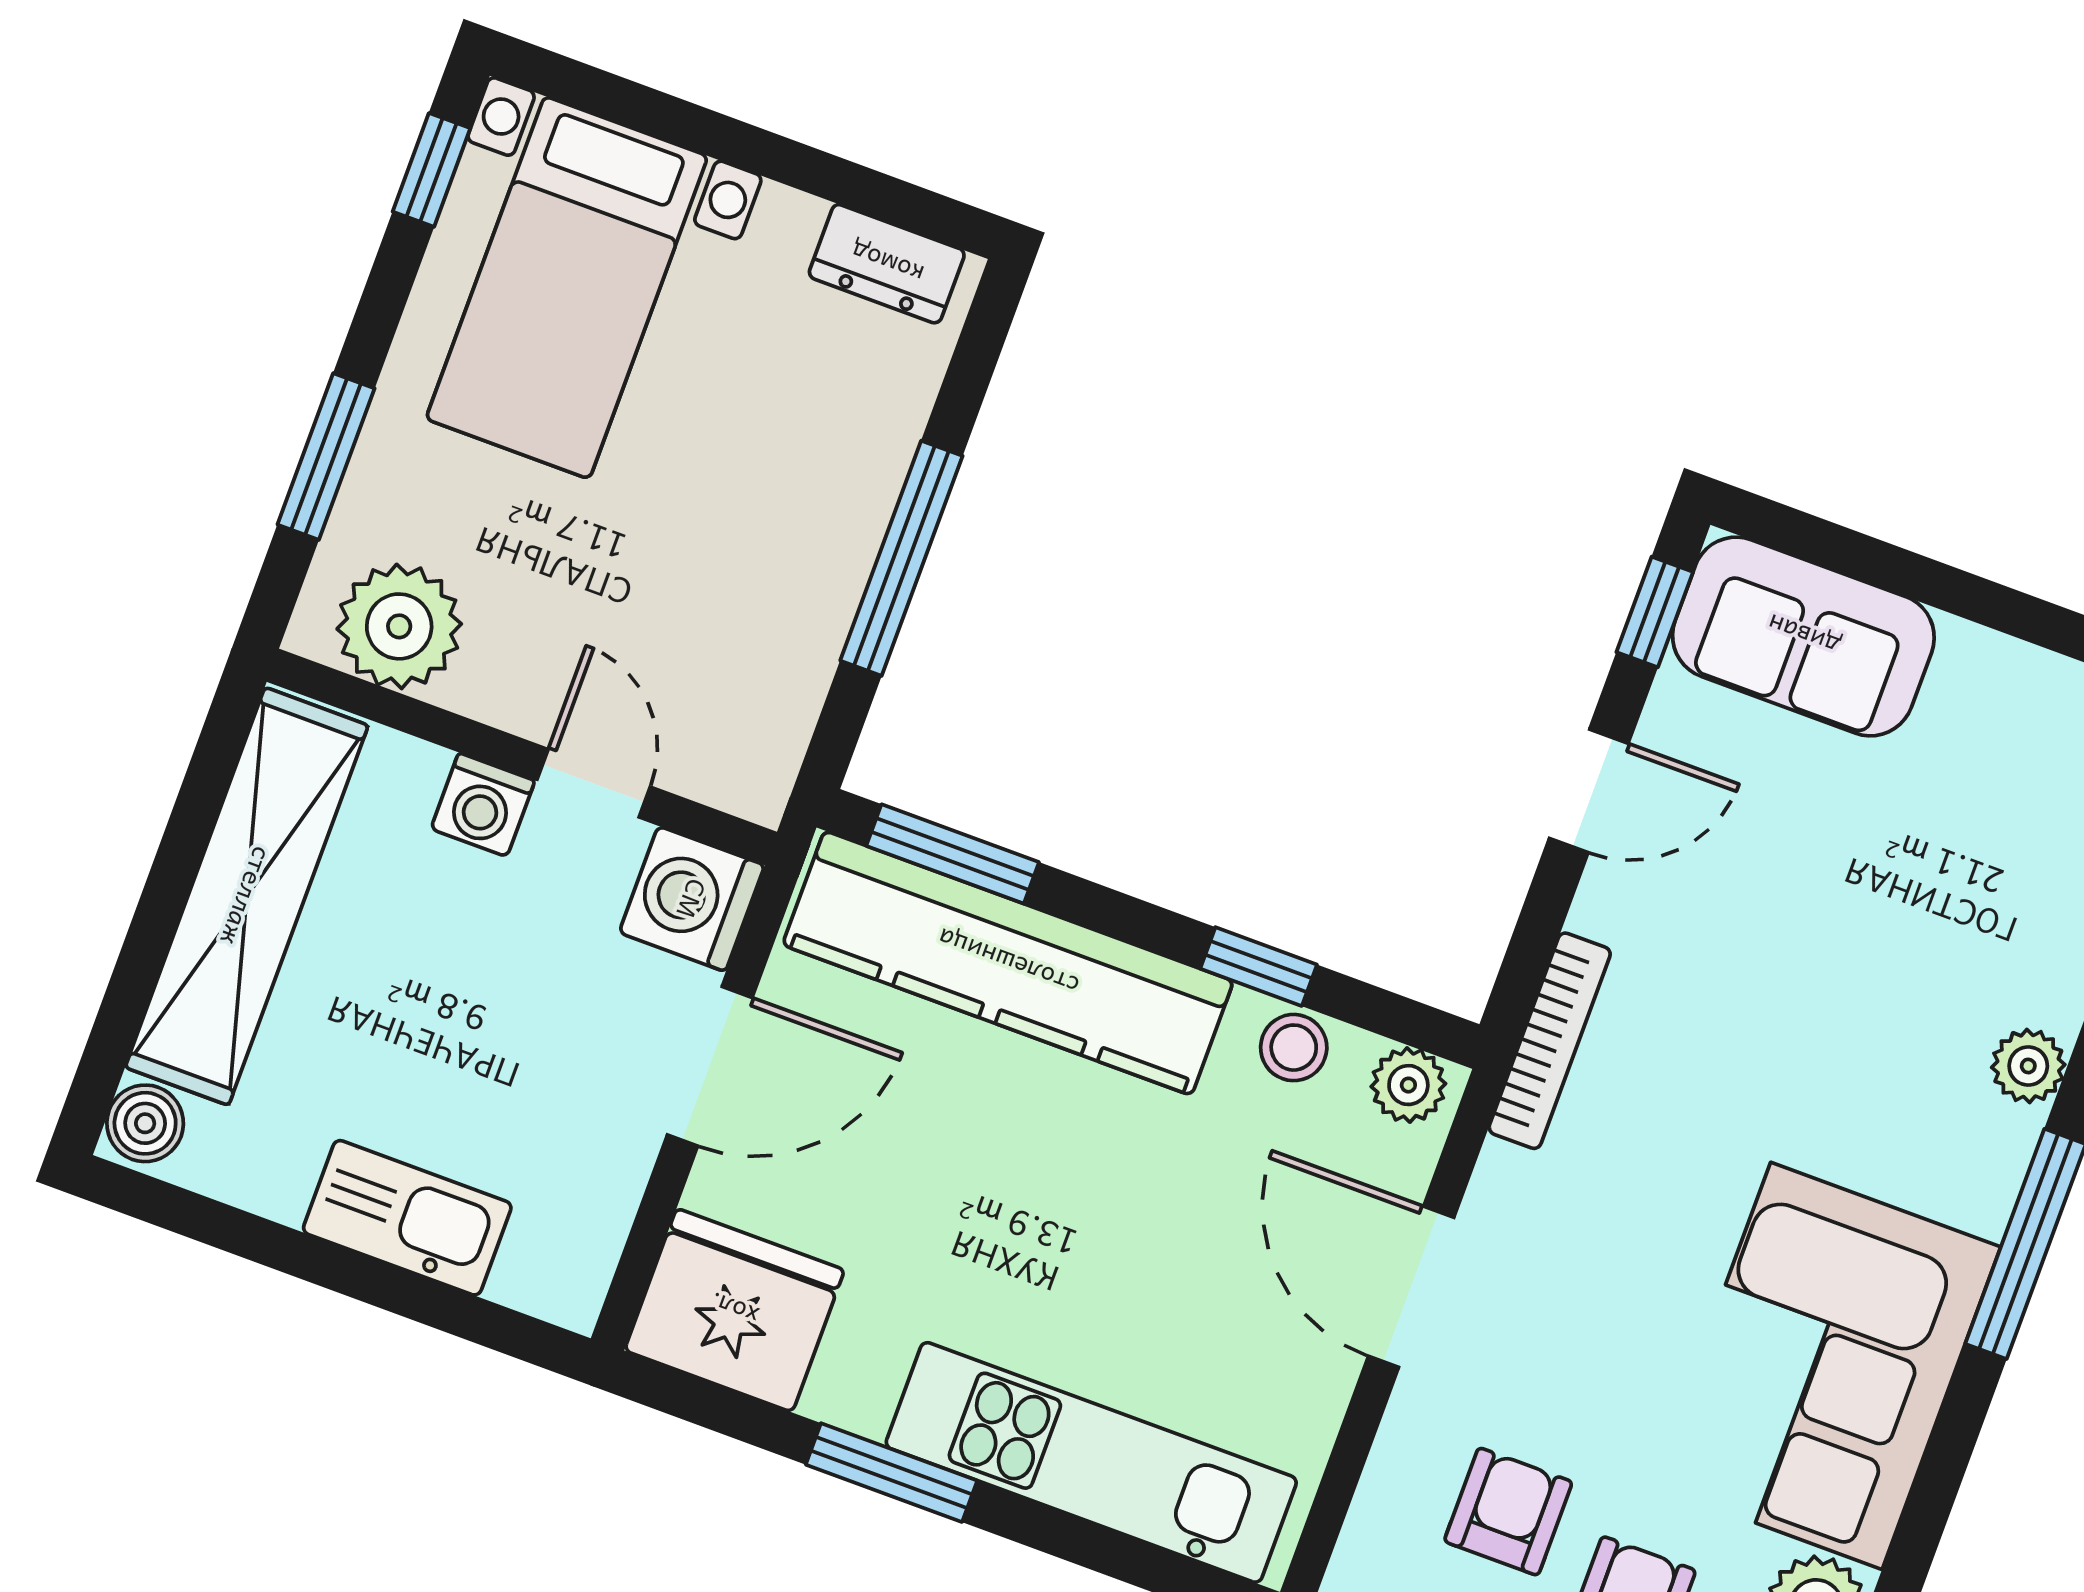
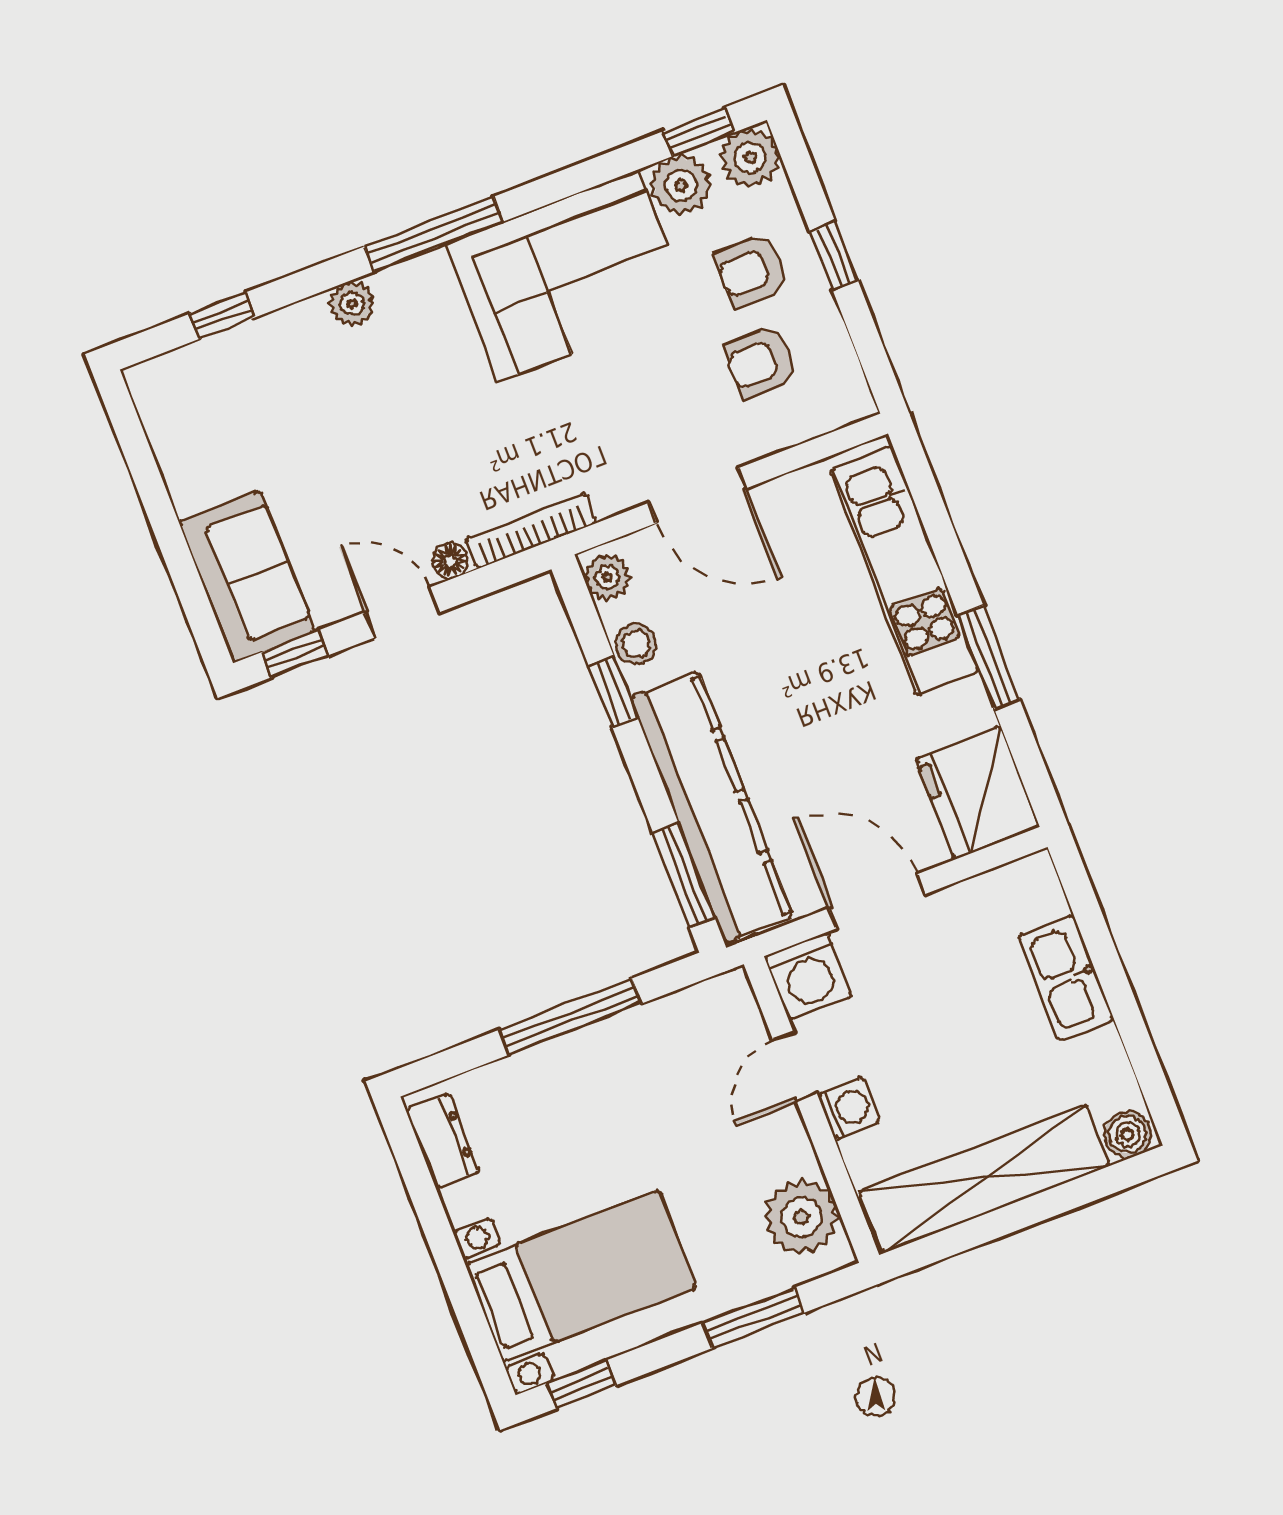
floor lamp: (1601, 907) -> (450, 561), added
door: (1411, 1287) -> (698, 496), hinge flipped

